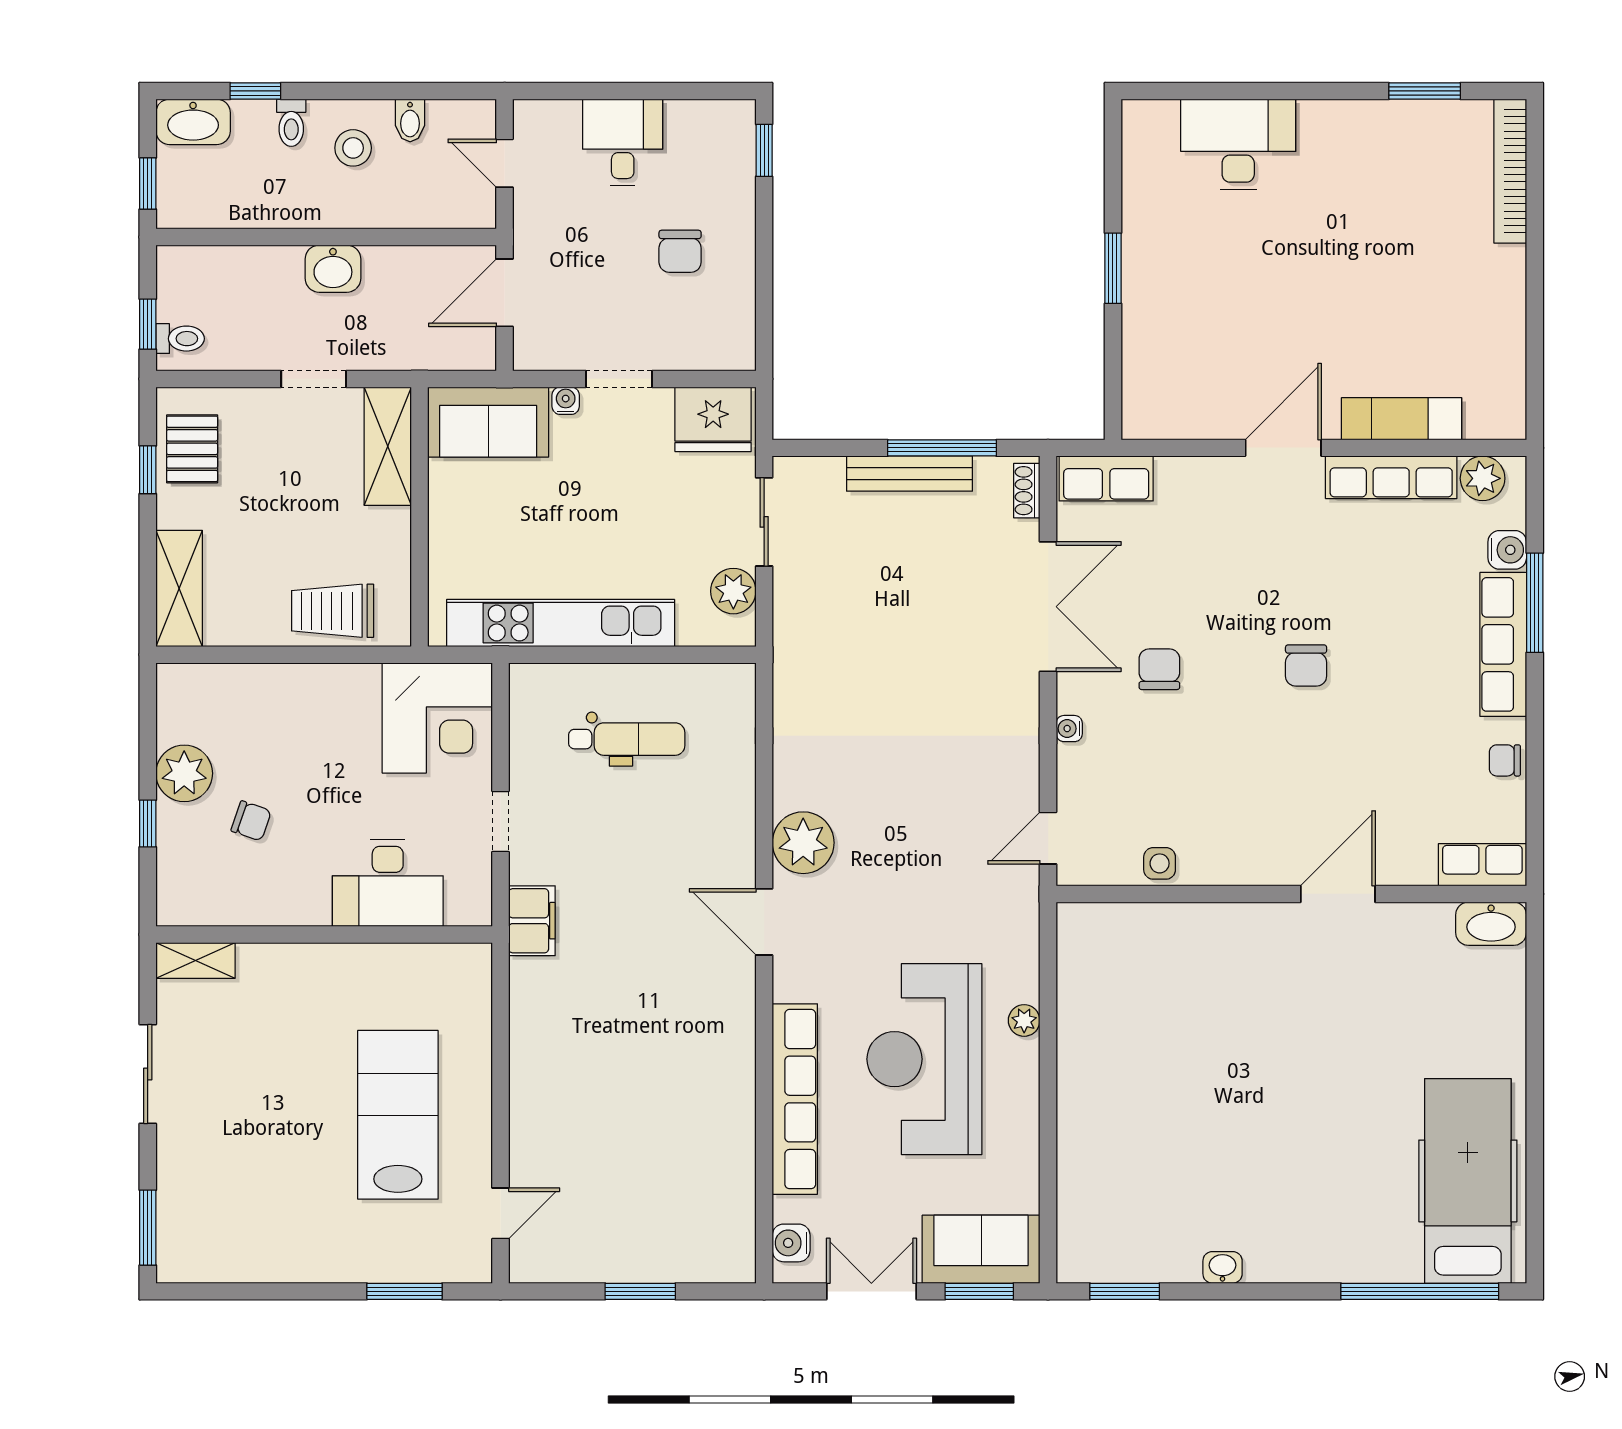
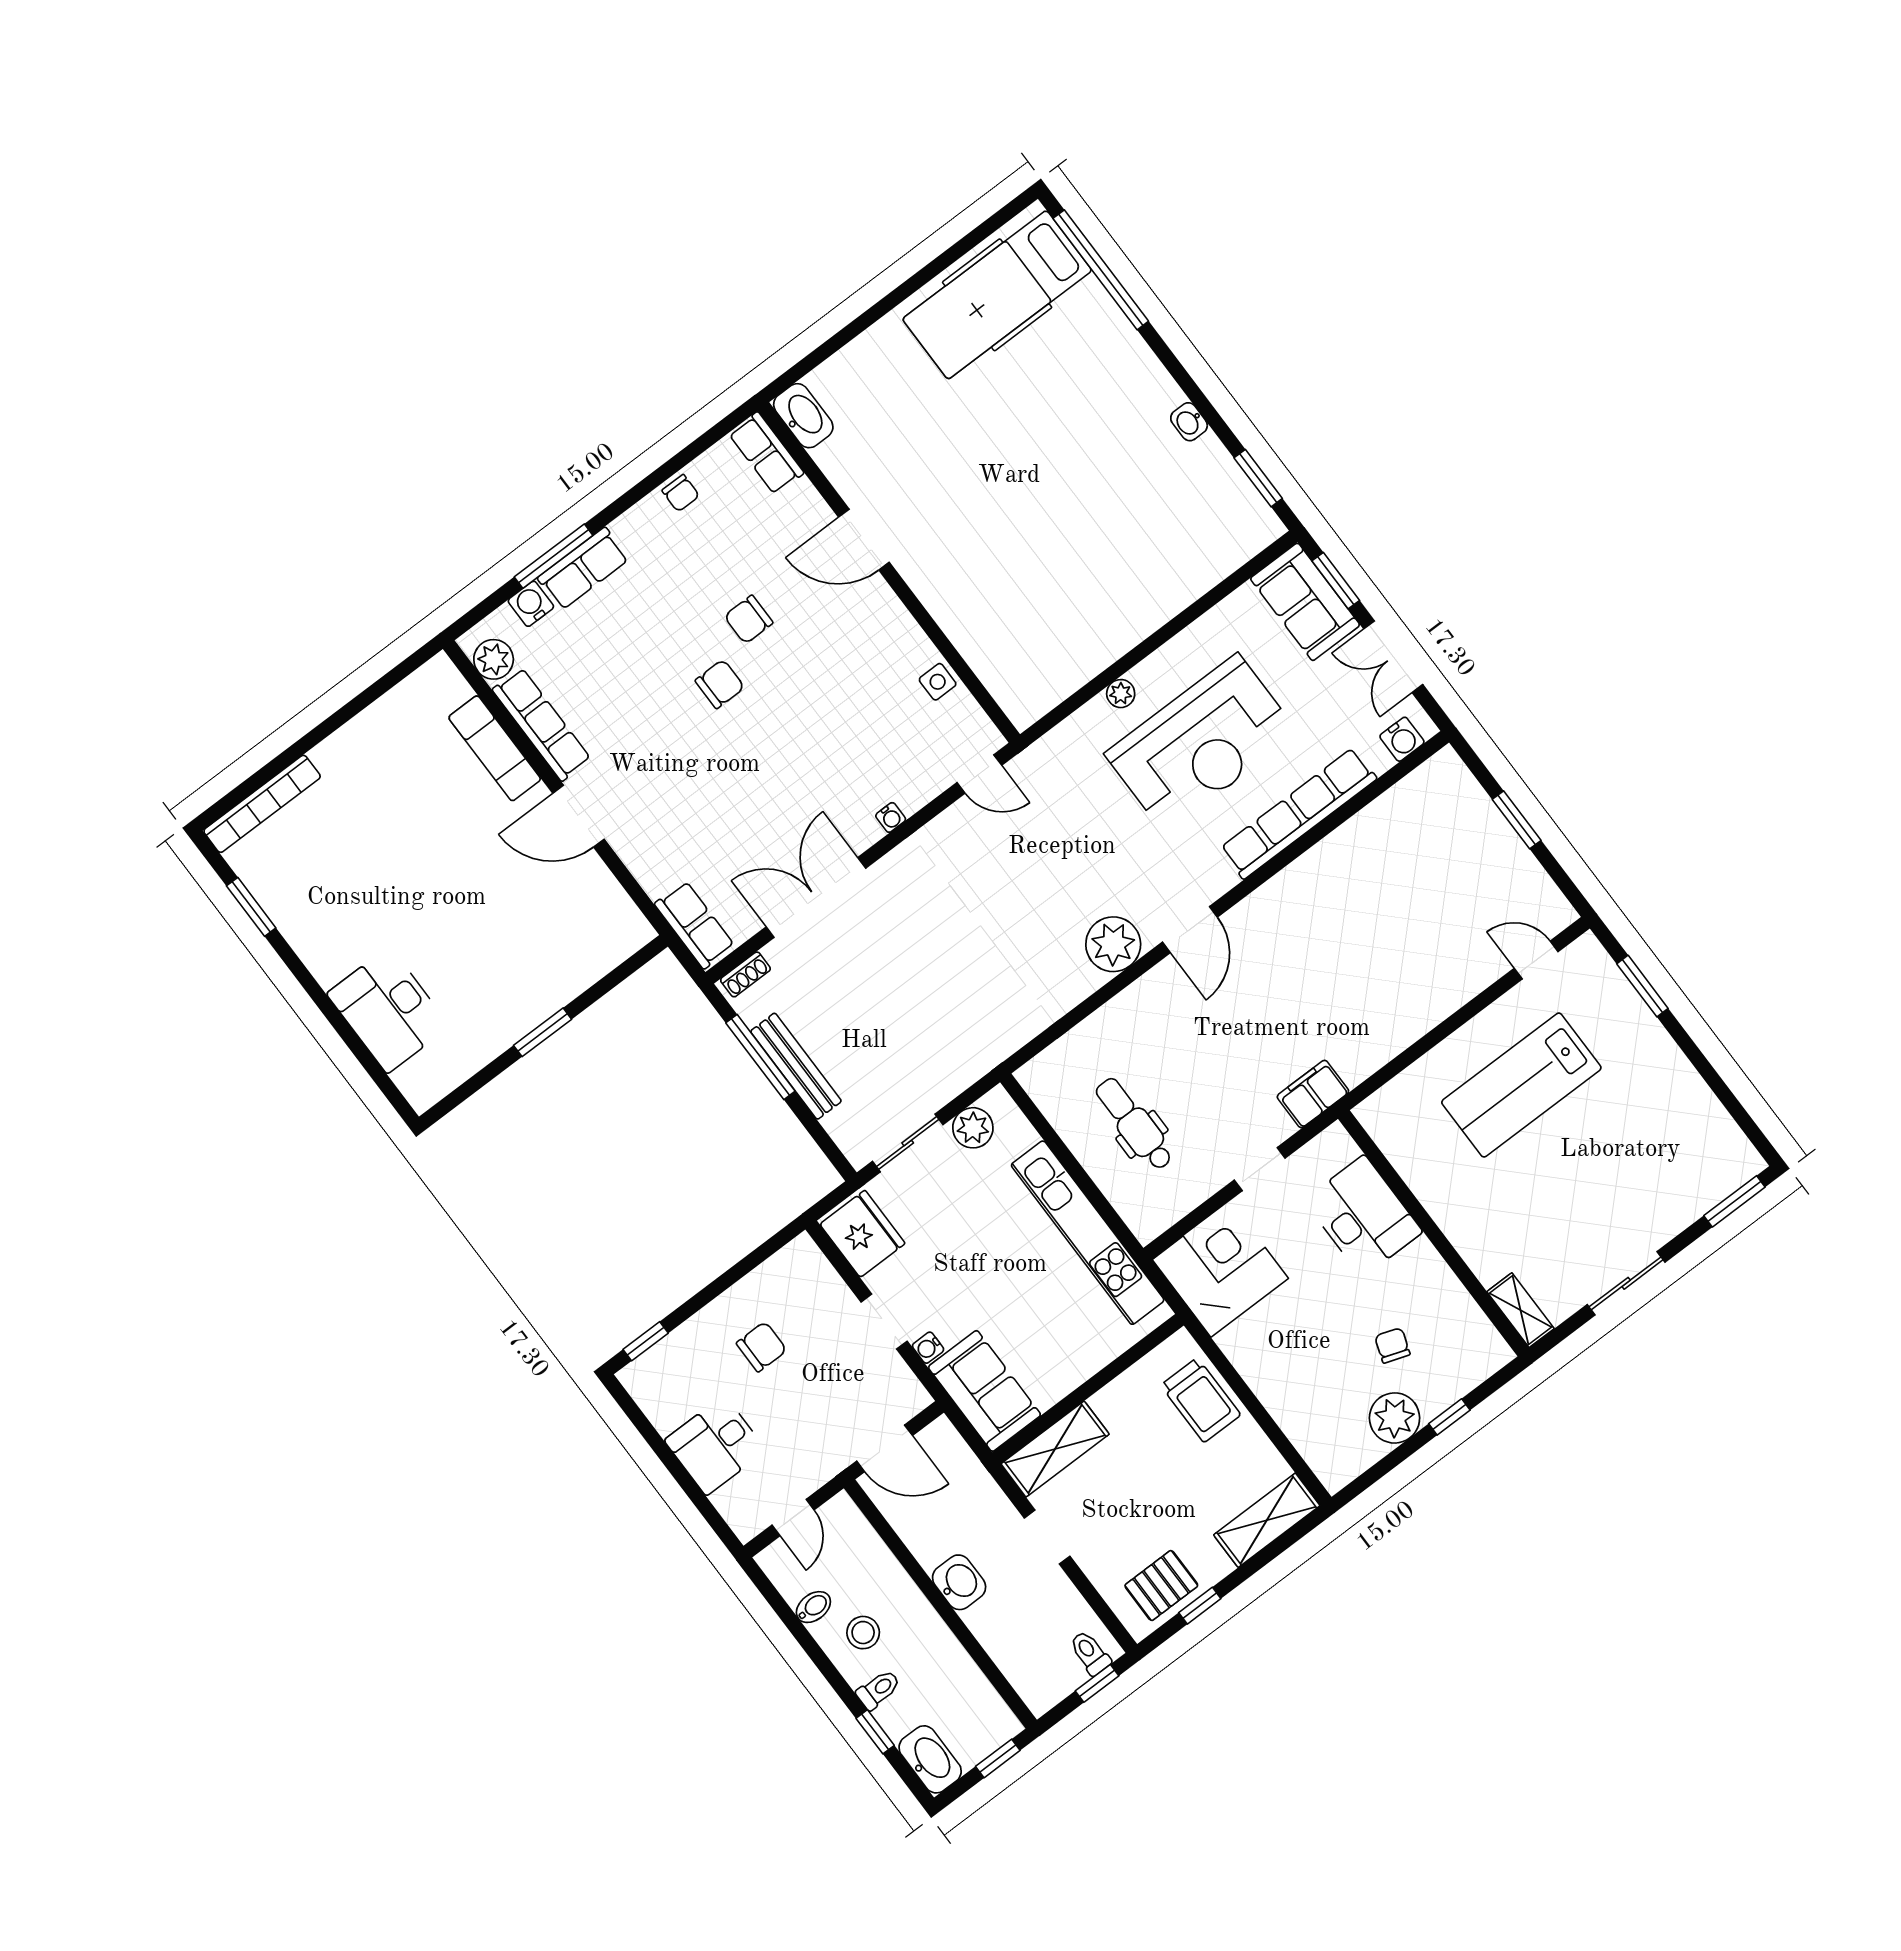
row of seats: (1503, 644) -> (583, 569), width x0.68
chair: (1159, 669) -> (749, 619), moved

